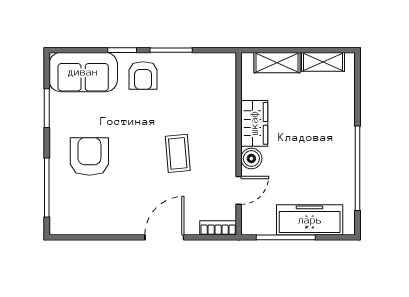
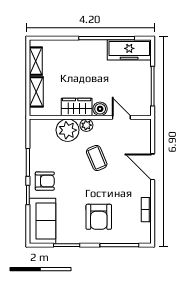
plant: (219, 110) -> (68, 130), added
plant: (227, 138) -> (86, 125), added
coffee table: (178, 153) -> (97, 158), turned 72
armchair: (89, 157) -> (99, 217), turned -90
freezer: (310, 220) -> (129, 50), moved, turned -90
bookcase: (218, 228) -> (146, 210), moved

